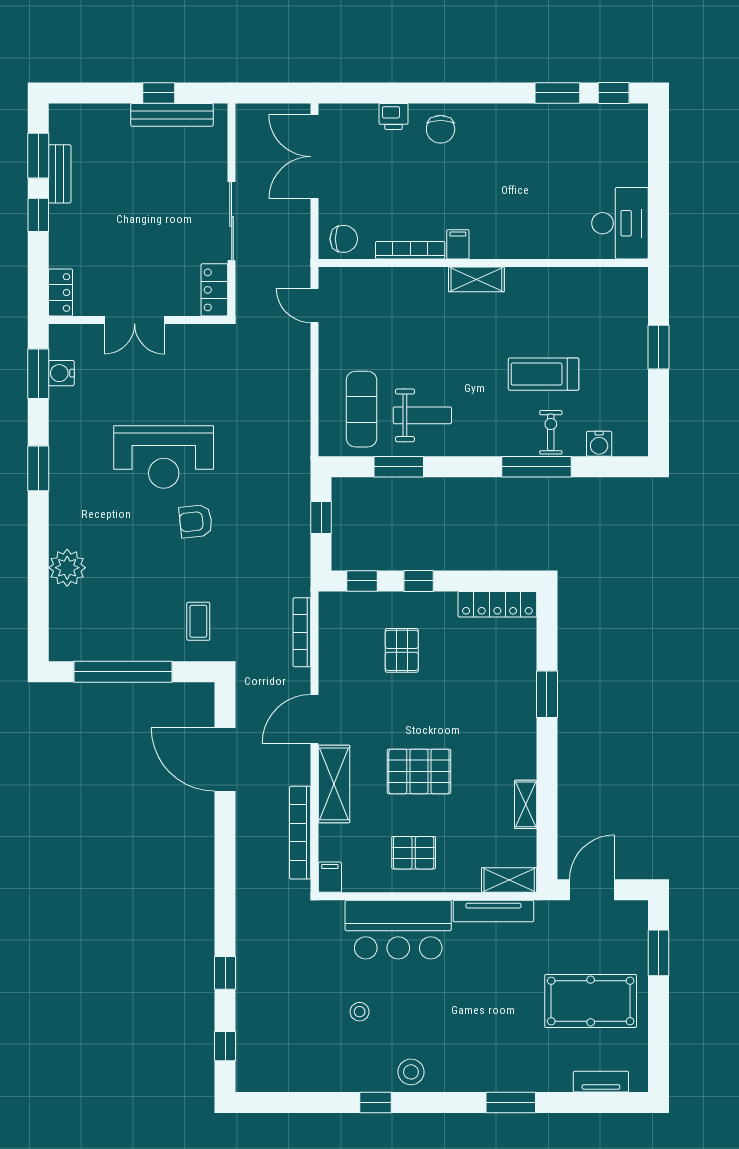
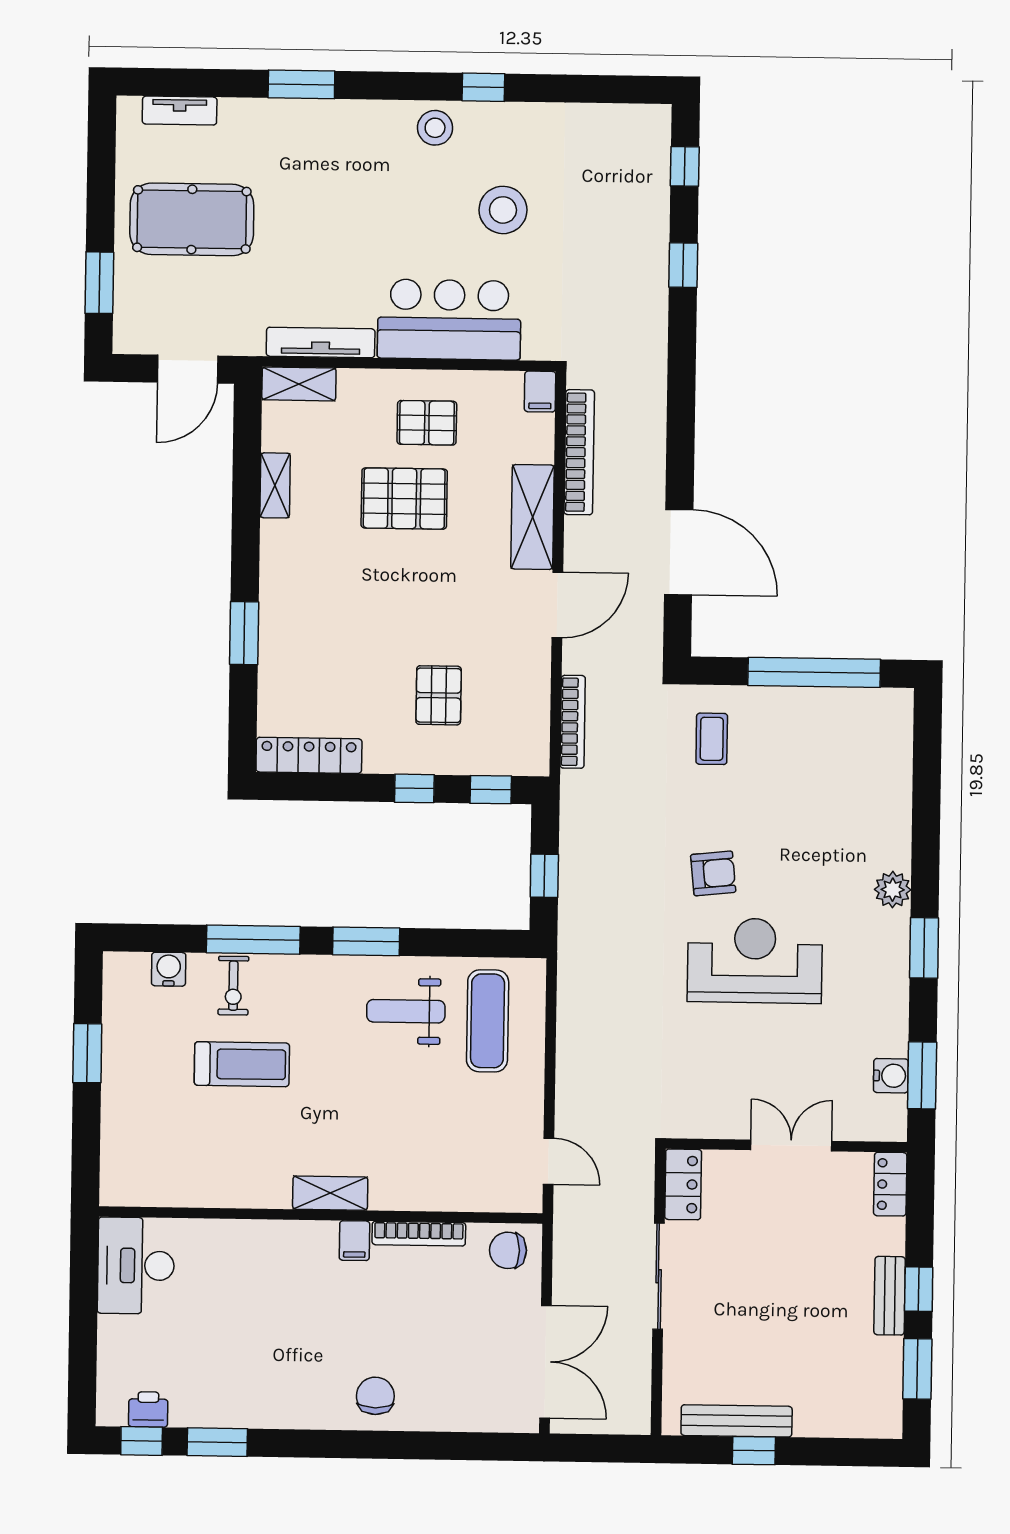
printer: (394, 116) -> (148, 1409), moved
bench: (60, 174) -> (890, 1296), moved
window: (658, 347) -> (87, 1053), moved
window: (399, 467) -> (366, 941), moved
plant: (67, 568) -> (893, 890), moved, width x0.73, depth x0.73
pallet: (419, 771) -> (404, 499), moved
stool: (360, 1012) -> (503, 210), width x1.89, depth x1.89

